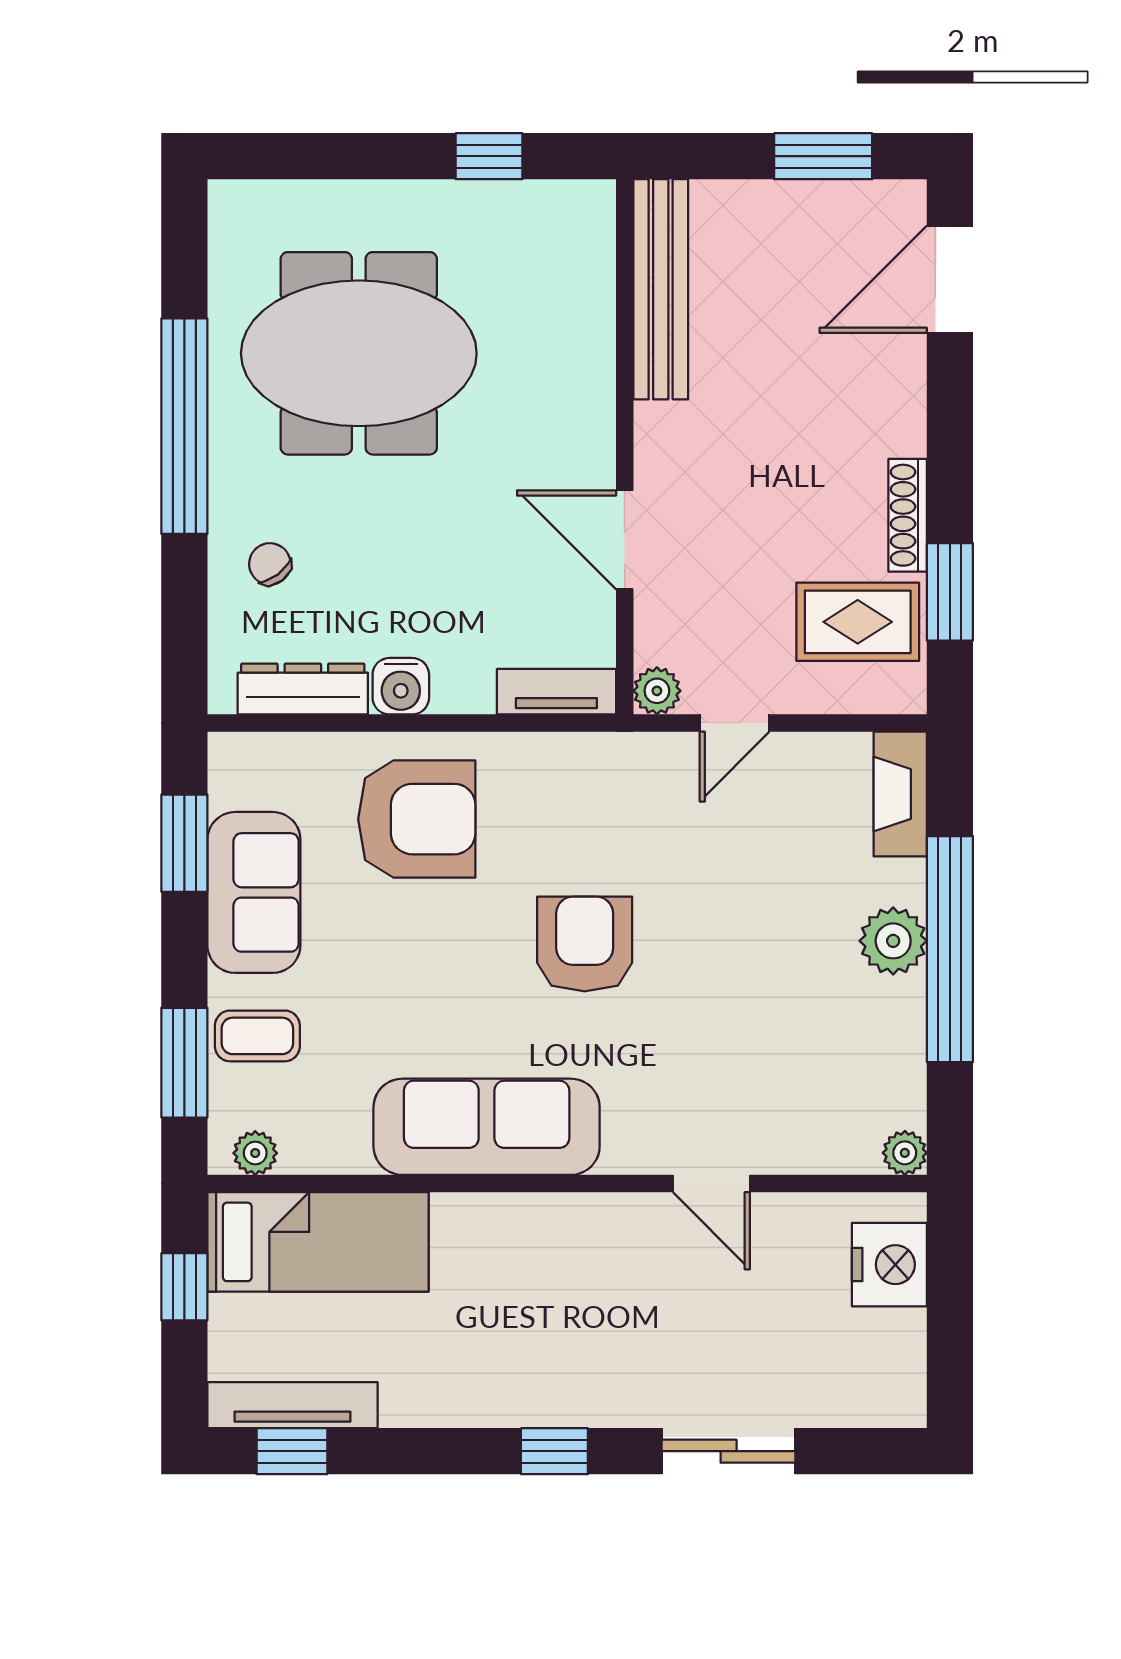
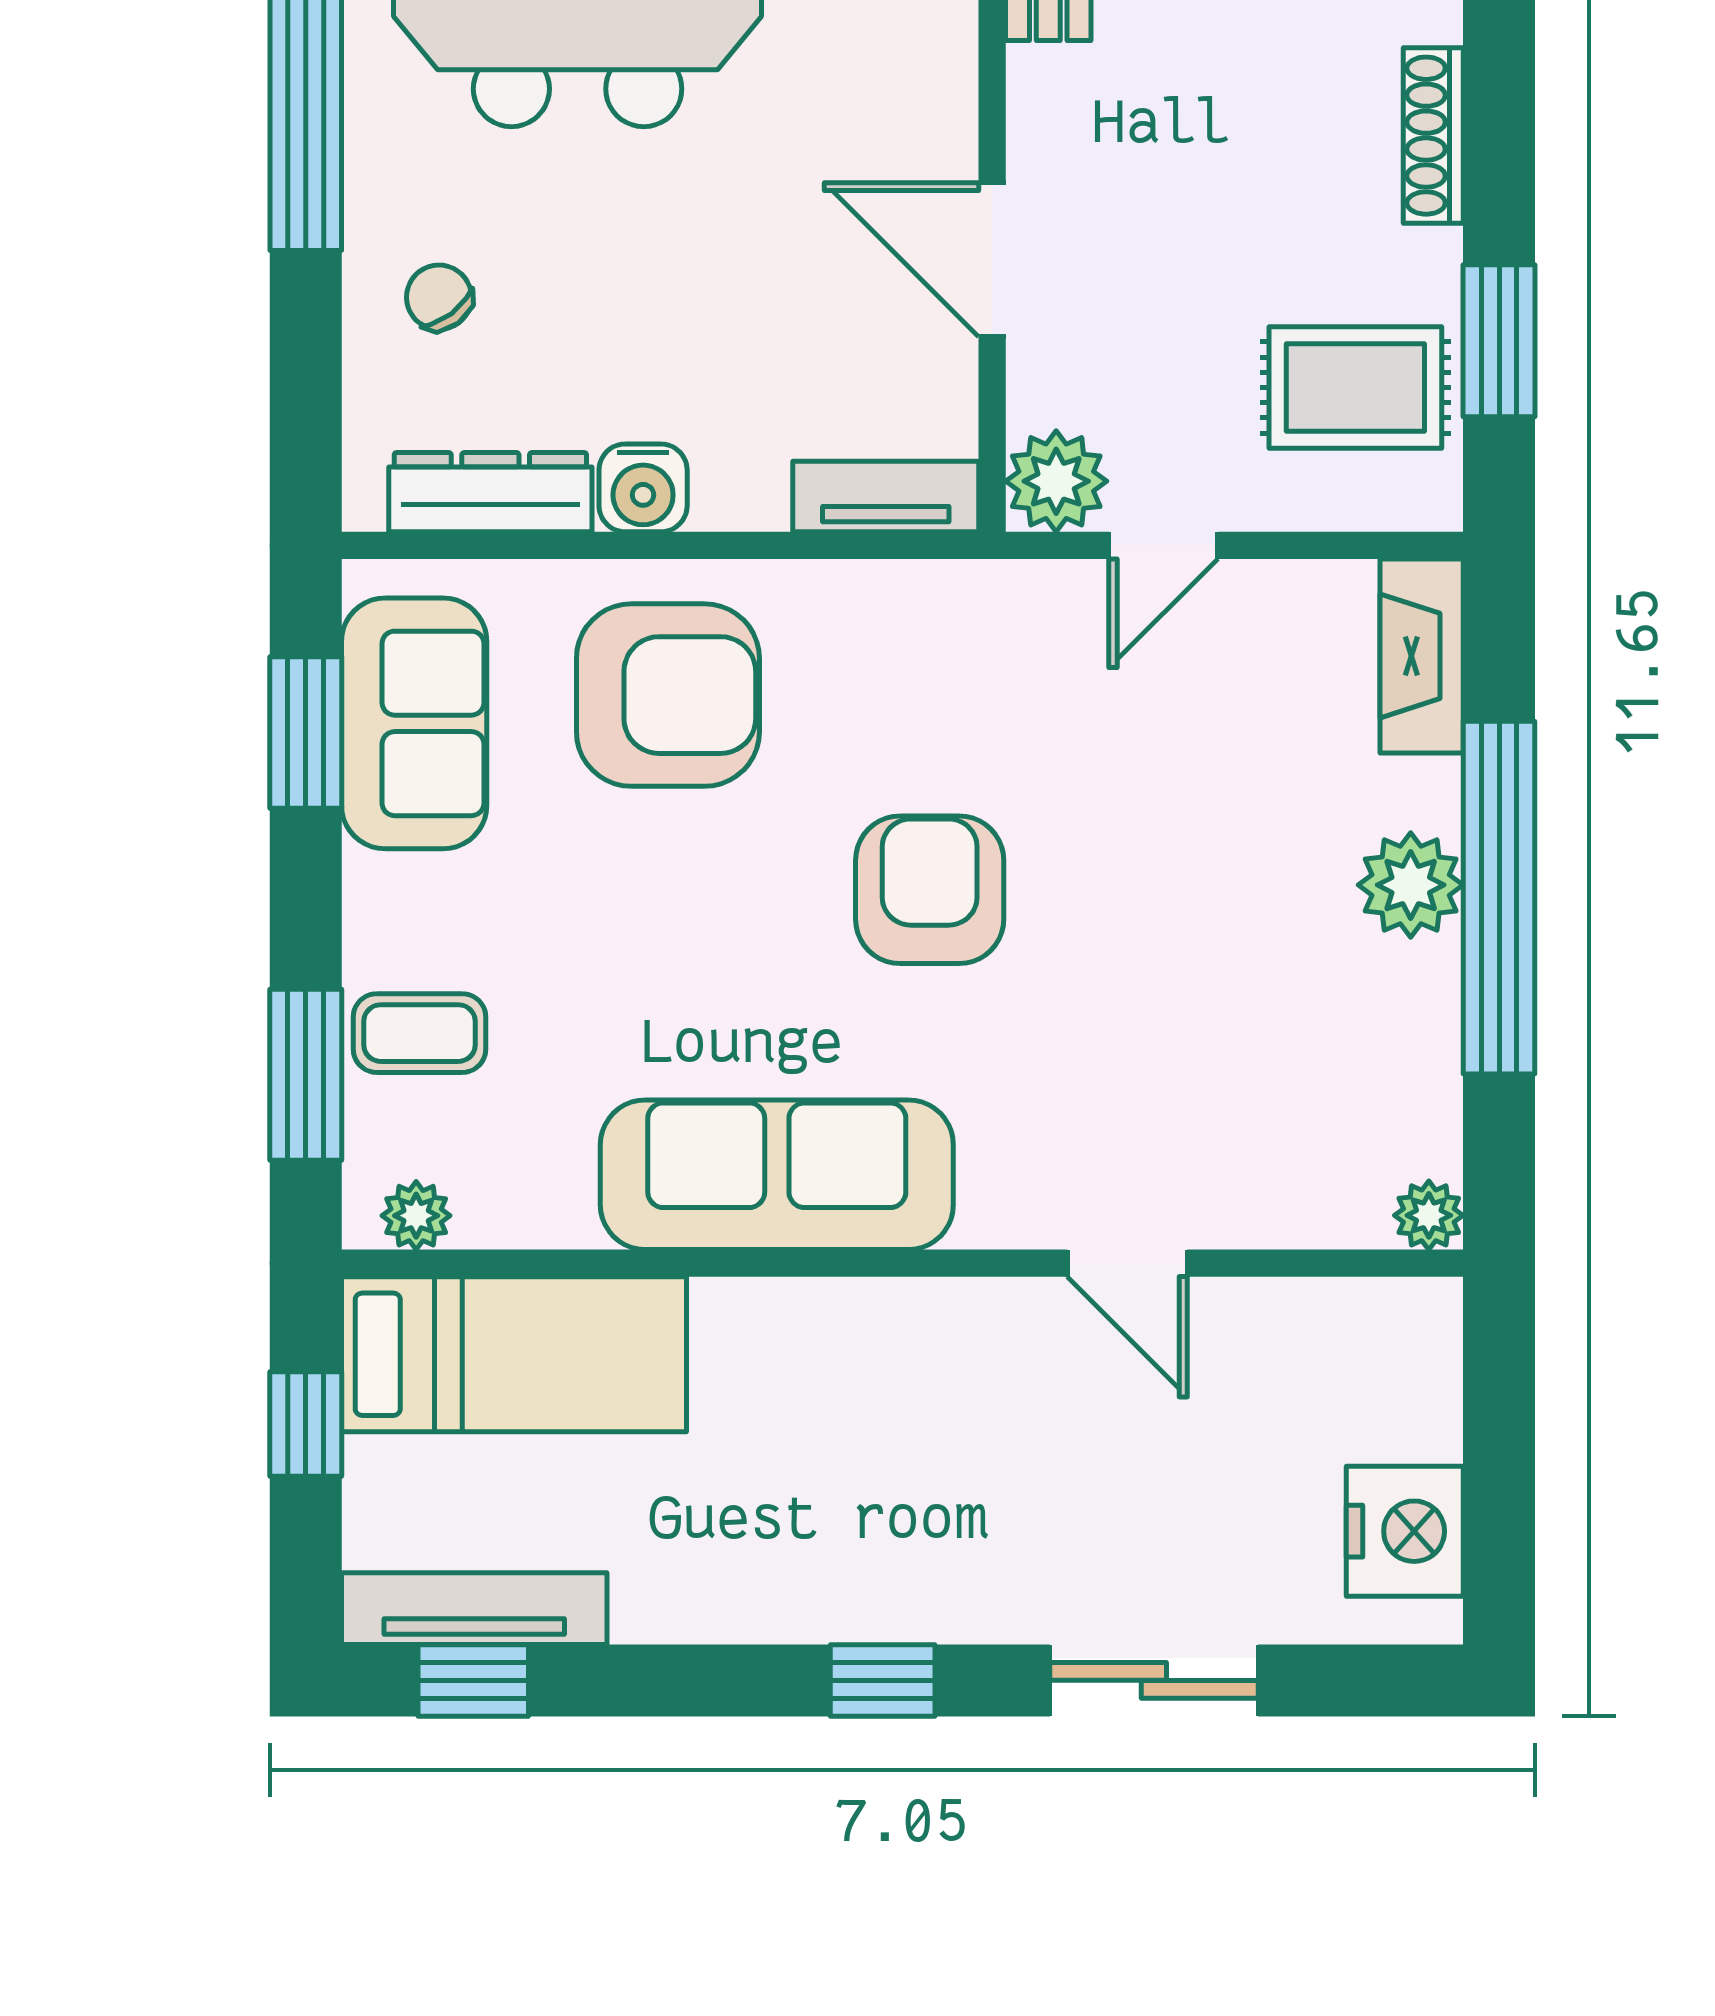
shoe rack: (908, 515) -> (1433, 136), moved
plant: (657, 691) -> (1056, 481), width x1.38, depth x1.38
sofa: (254, 892) -> (414, 723), moved
nightstand: (889, 1265) -> (1405, 1531), moved

